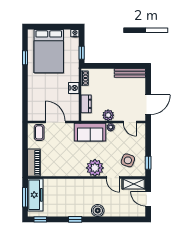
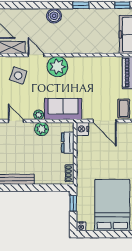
nightstand: (74, 88) -> (82, 129), moved

